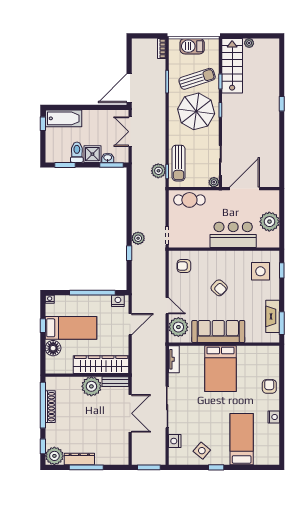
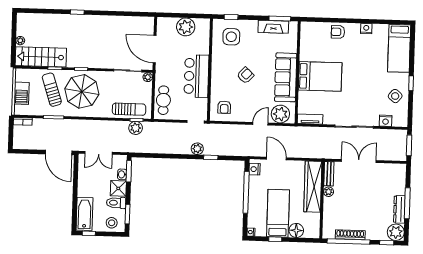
stool: (55, 148) -> (112, 223), added
bar counter: (233, 235) -> (196, 76), moved
plant: (91, 386) -> (329, 192), width x0.53, depth x0.53
bed: (242, 439) -> (399, 48), moved, turned -90

